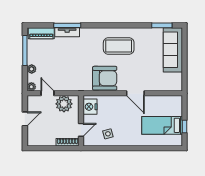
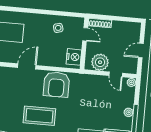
plant: (32, 69) -> (129, 112), moved
armchair: (105, 78) -> (56, 84), turned -90
door: (135, 93) -> (27, 66), hinge flipped
door: (81, 130) -> (85, 34), swing flipped

